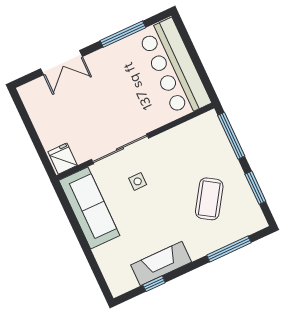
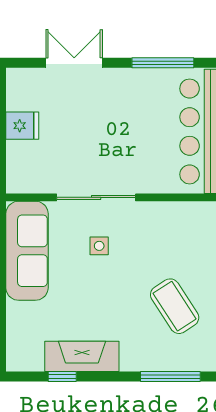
double door: (61, 63) -> (74, 63), swing flipped
fridge: (63, 159) -> (22, 126), moved, turned 90
coffee table: (209, 199) -> (175, 306), turned -66

